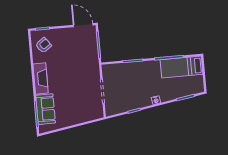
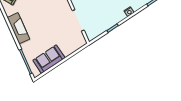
sofa: (46, 109) -> (49, 59), moved, turned -99

